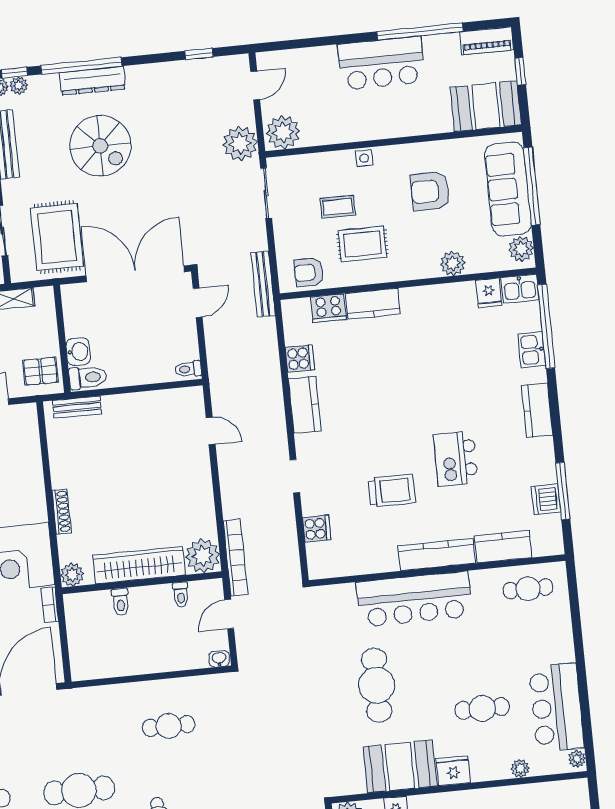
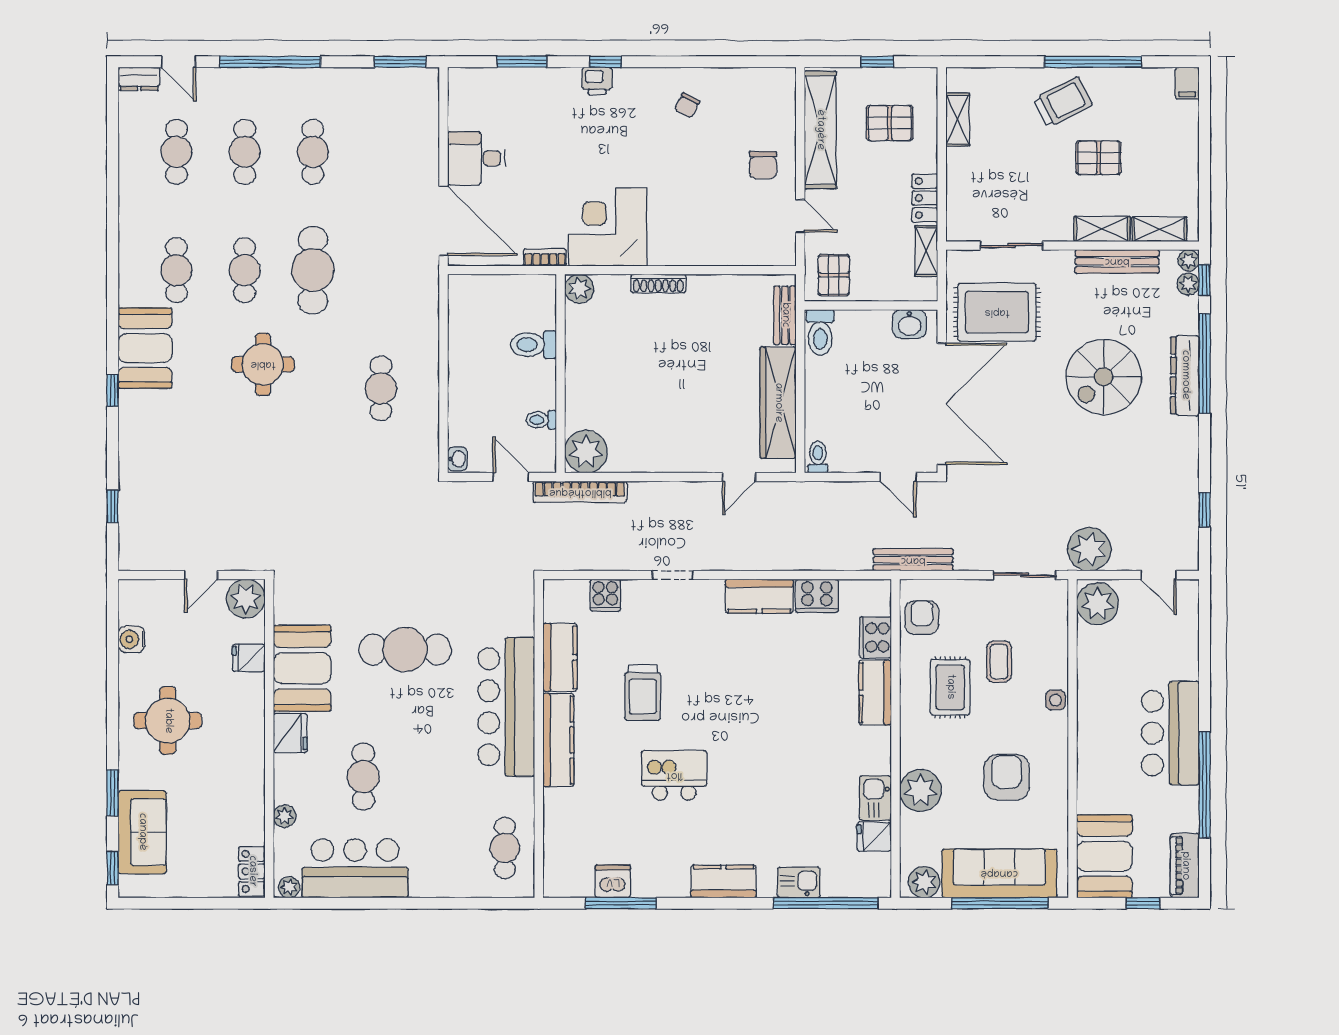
plant: (453, 263) -> (920, 790), width x1.36, depth x1.36
kitchen sink: (520, 289) -> (875, 798), moved
washbasin: (78, 352) -> (909, 324), moved
cooker: (300, 359) -> (817, 596), width x1.36
kitchen counter: (503, 547) -> (560, 657), moved
wardrobe: (139, 565) -> (778, 403), moved, turned 180
toilet: (120, 602) -> (533, 345), width x1.37, depth x1.39
locker: (567, 790) -> (252, 871), added

